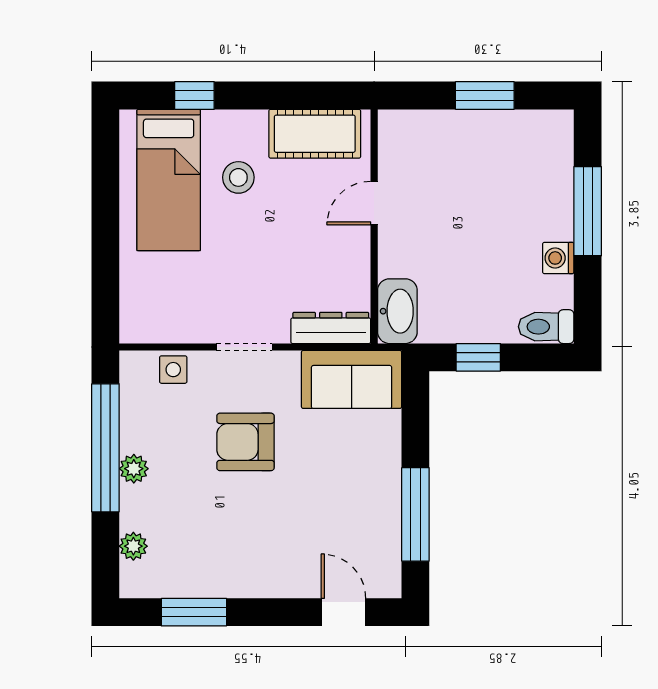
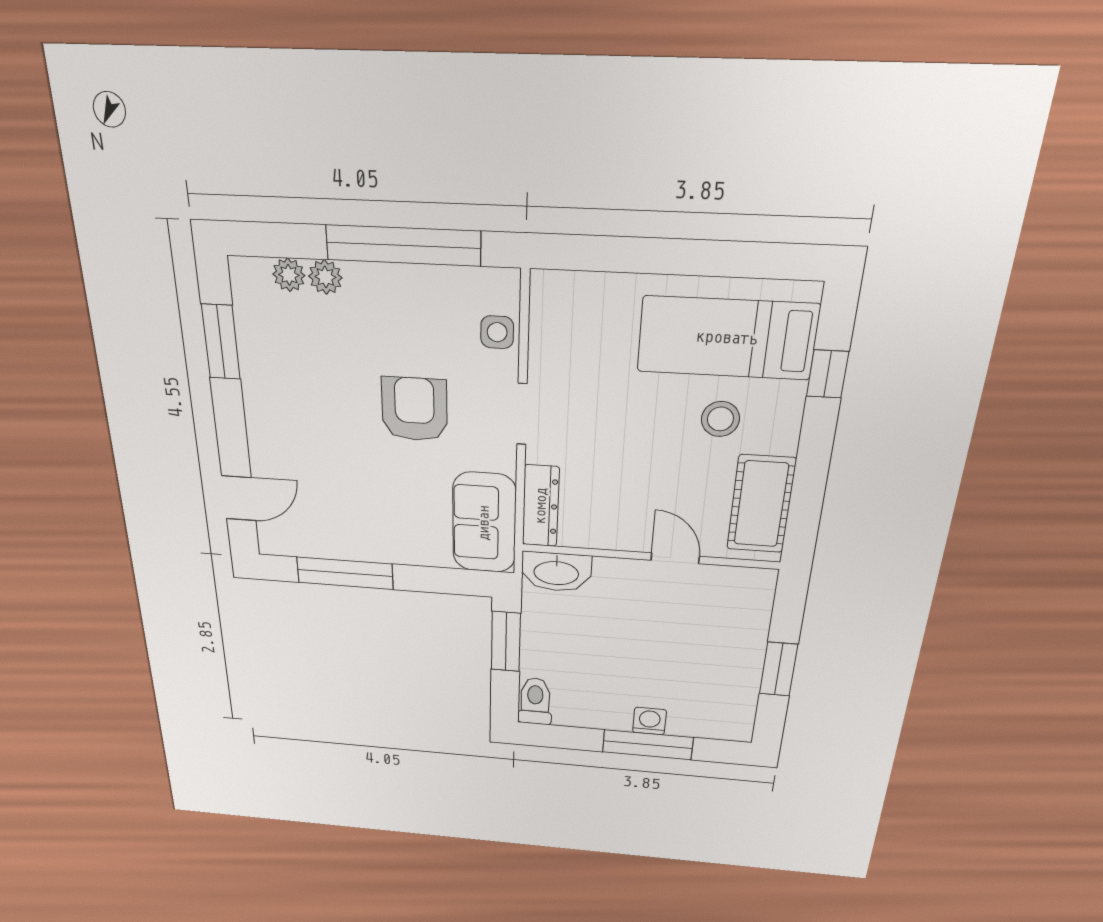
washing machine: (558, 258) -> (649, 721), moved
window: (478, 357) -> (506, 642), width x1.50
plant: (134, 469) -> (325, 277), moved

